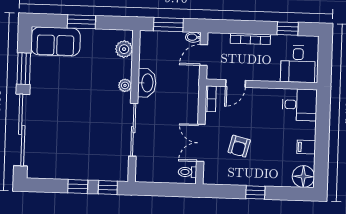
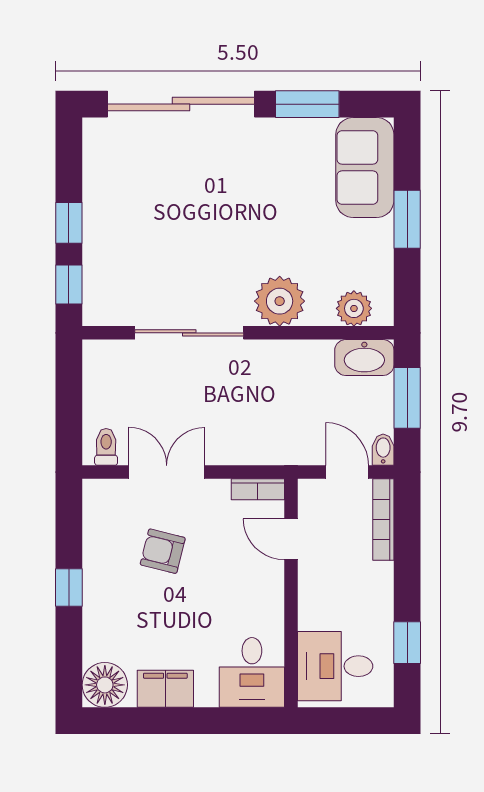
bookcase: (250, 39) -> (383, 520), moved
washbasin: (147, 83) -> (364, 358), moved
plant: (125, 85) -> (280, 301), width x1.88, depth x1.88
filing cabinet: (306, 147) -> (165, 689), width x2.00

